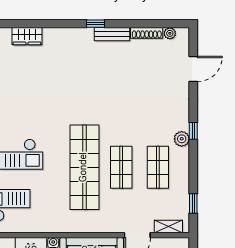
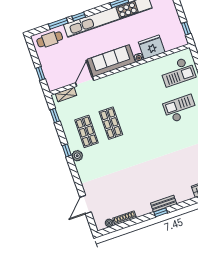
bench: (112, 34) -> (164, 204), moved
window: (193, 131) -> (67, 150), moved
shop shelf: (84, 167) -> (135, 115), removed

